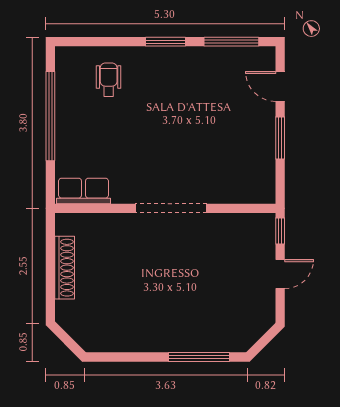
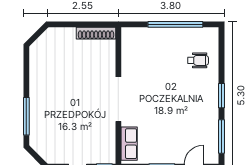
row of seats: (83, 191) -> (129, 144), moved
shoe rack: (65, 268) -> (96, 33), moved

